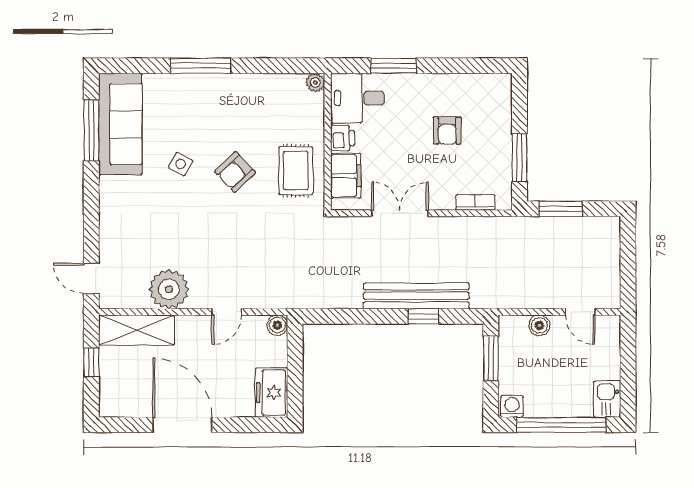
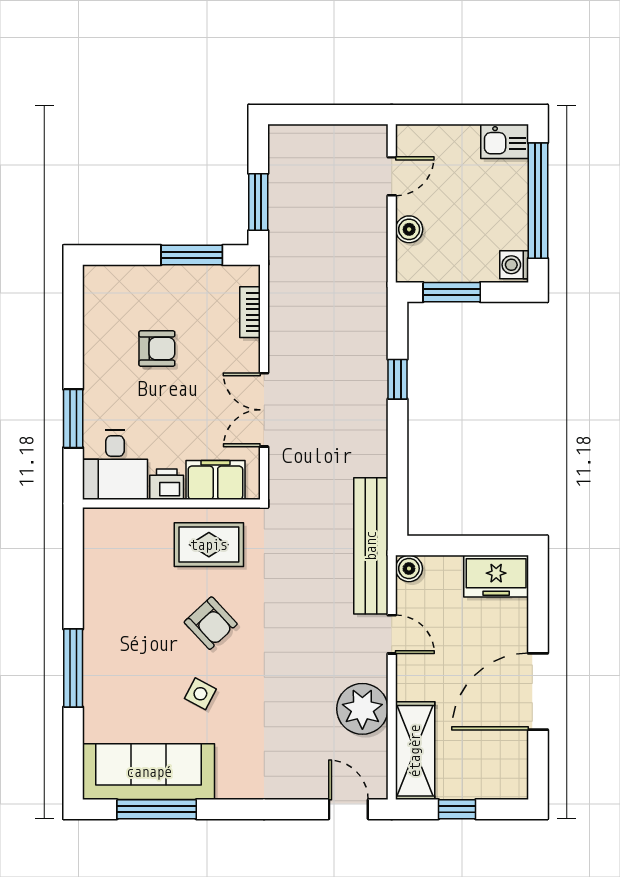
plant: (315, 82) -> (95, 519), removed
door: (91, 278) -> (348, 809), swing flipped
bench: (416, 296) -> (371, 546), moved

